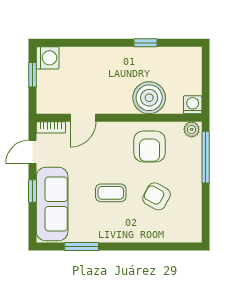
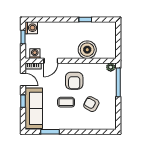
washing machine: (193, 105) -> (35, 54), moved
armchair: (149, 146) -> (74, 81), moved
door: (33, 152) -> (23, 80), swing flipped

